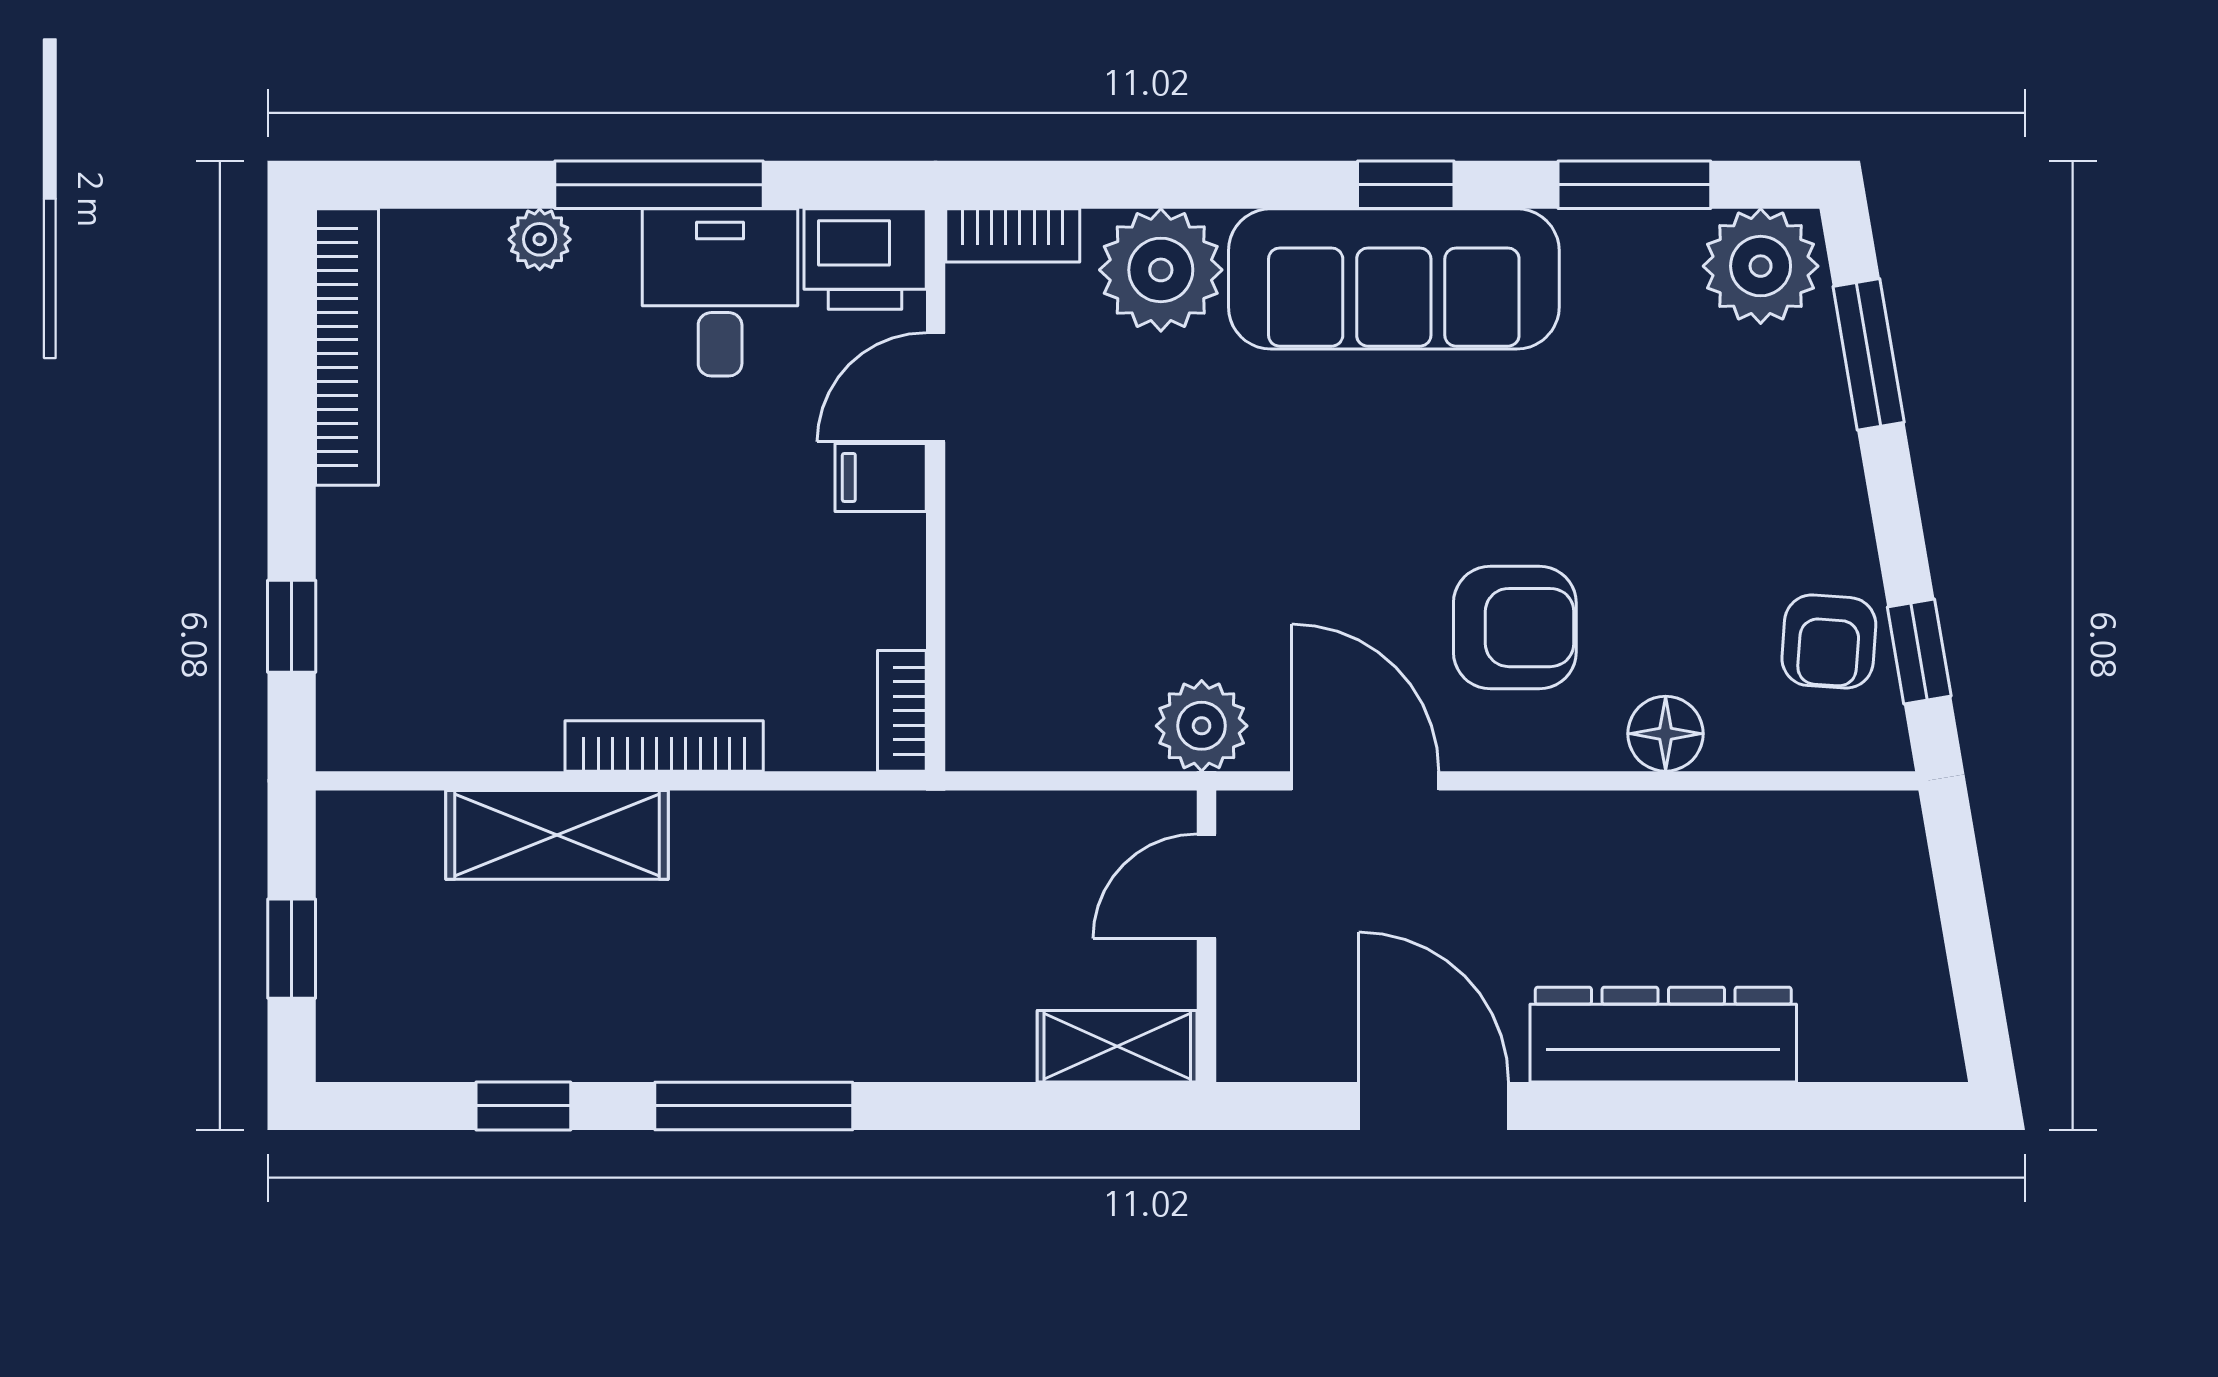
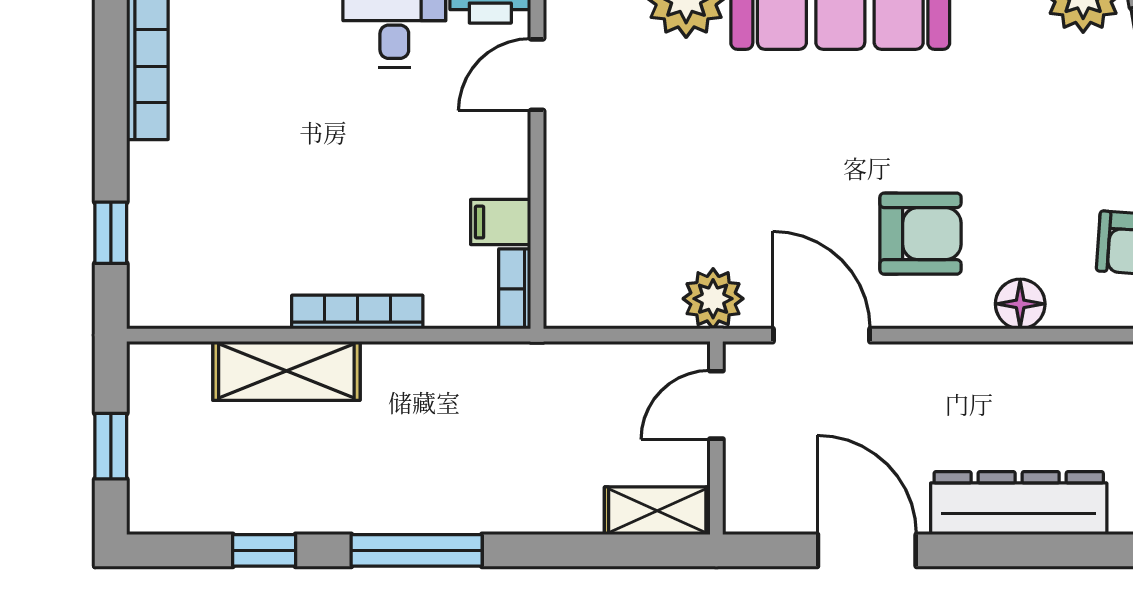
filing cabinet: (881, 477) -> (501, 222), moved

